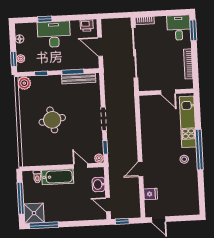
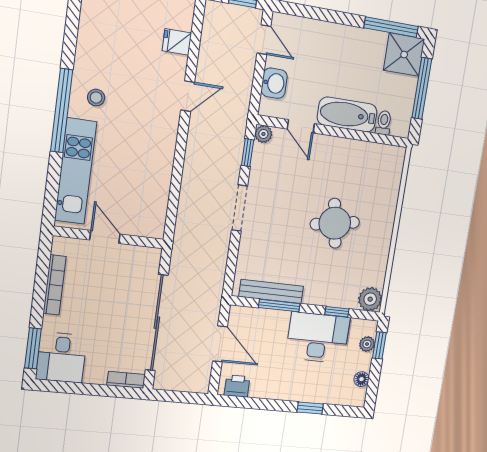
desk: (54, 34) -> (318, 338), moved, turned 180

